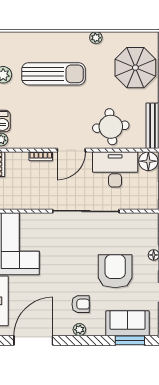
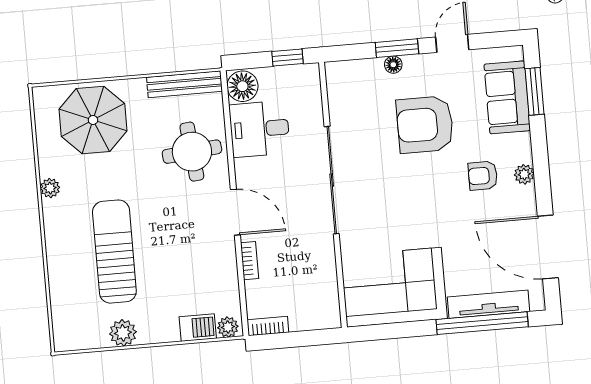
desk: (115, 169) -> (260, 129), width x0.73
armchair: (81, 304) -> (483, 176), turned -90

